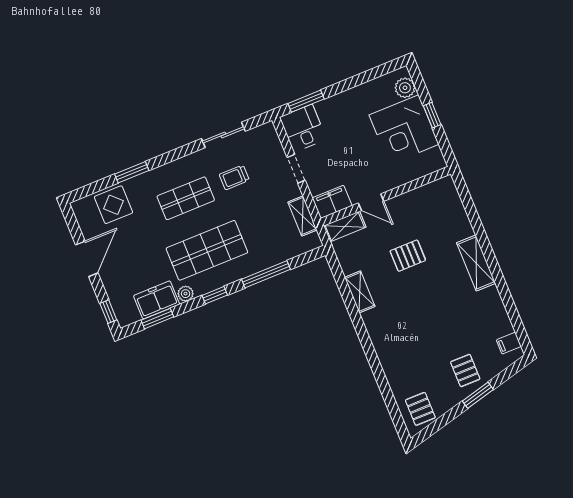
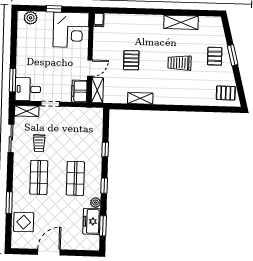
corner desk: (404, 130) -> (71, 30), moved
shelving: (302, 216) -> (27, 111), moved
shop shelf: (207, 250) -> (75, 178), width x0.70, depth x0.74
door: (87, 259) -> (49, 252), hinge flipped
shelving: (476, 263) -> (181, 22), moved
window: (266, 274) -> (105, 150), width x0.46
window: (108, 312) -> (86, 253), removed
trolley: (434, 325) -> (180, 63), added
filing cabinet: (509, 343) -> (99, 20), moved
pallet: (465, 370) -> (215, 56), turned 90

